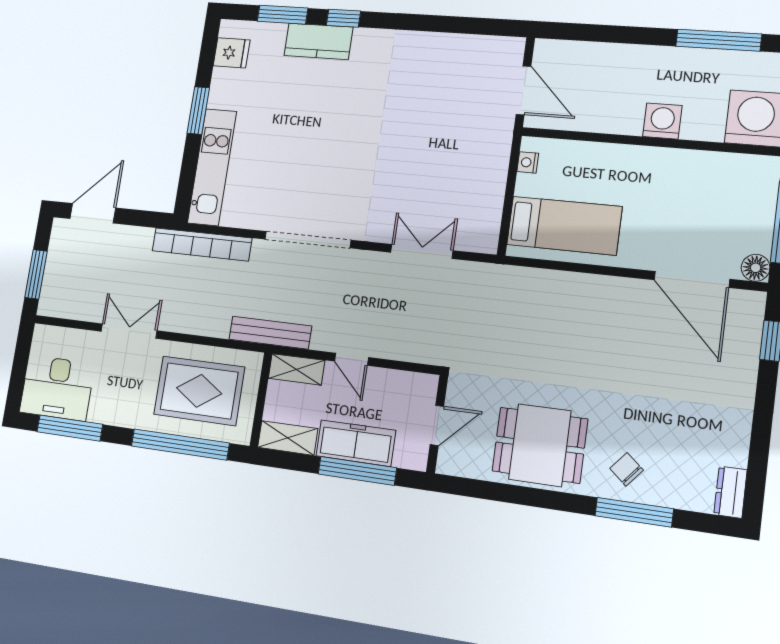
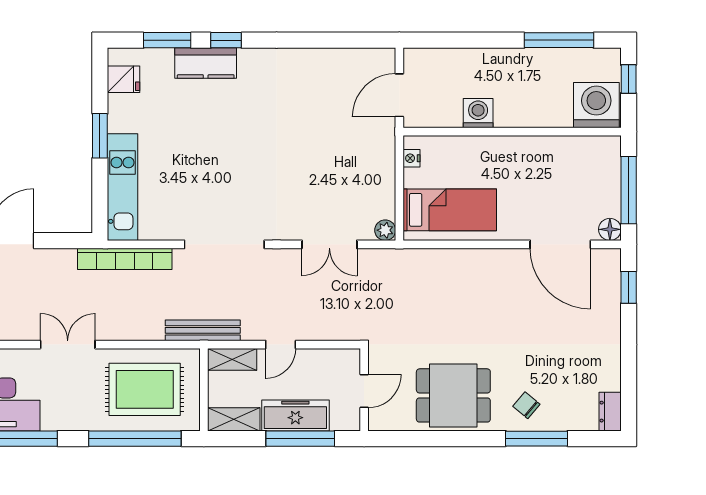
door: (523, 90) -> (399, 95), swing flipped
washing machine: (662, 121) -> (478, 113), moved
plant: (487, 242) -> (385, 230), added
double door: (422, 251) -> (329, 244), swing flipped
door: (351, 359) -> (281, 345), hinge flipped

